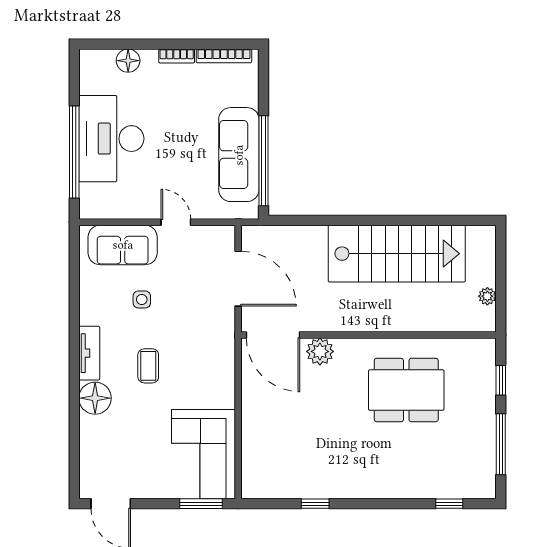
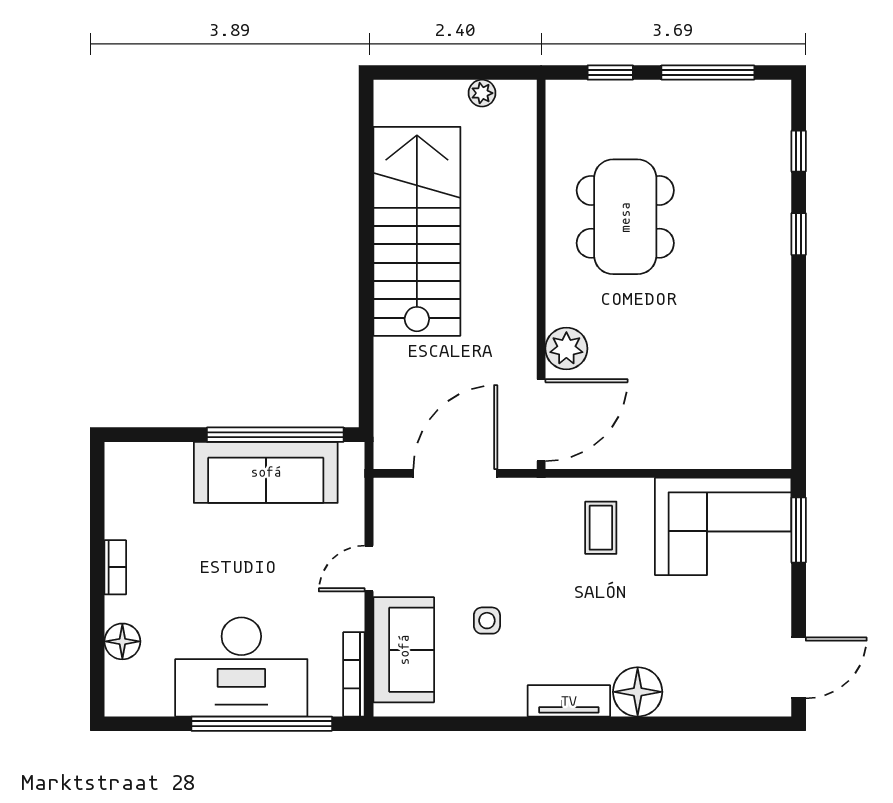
bookcase: (224, 56) -> (354, 674), moved, turned 180
coffee table: (148, 366) -> (601, 528), moved, turned 90
window: (315, 504) -> (799, 234), moved

